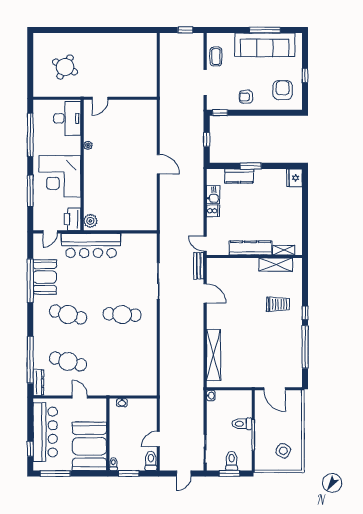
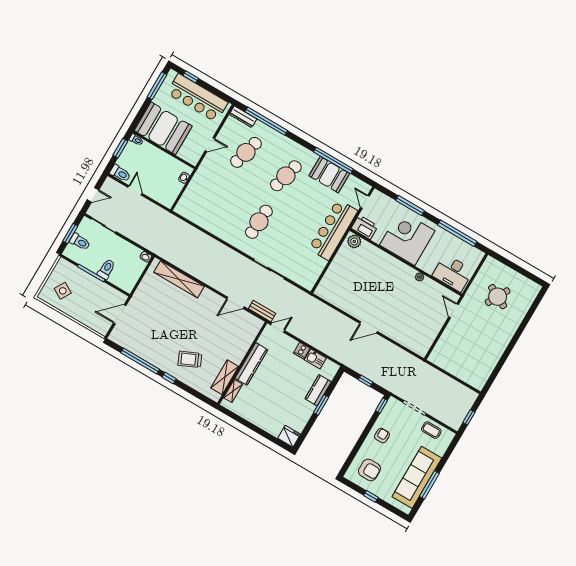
trolley: (278, 304) -> (190, 359), turned 66
door: (184, 474) -> (93, 195), swing flipped

